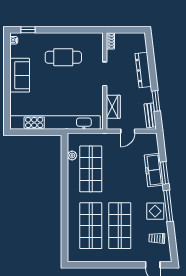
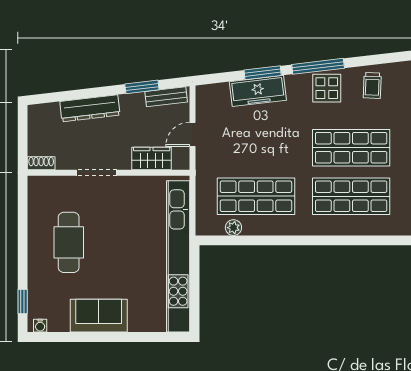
door: (128, 131) -> (193, 134), swing flipped

